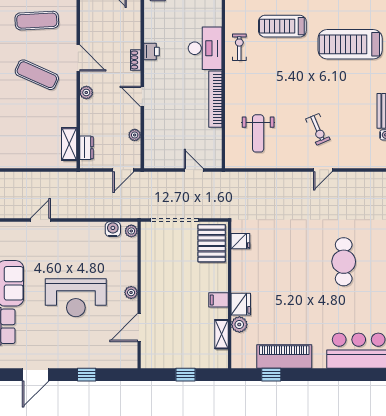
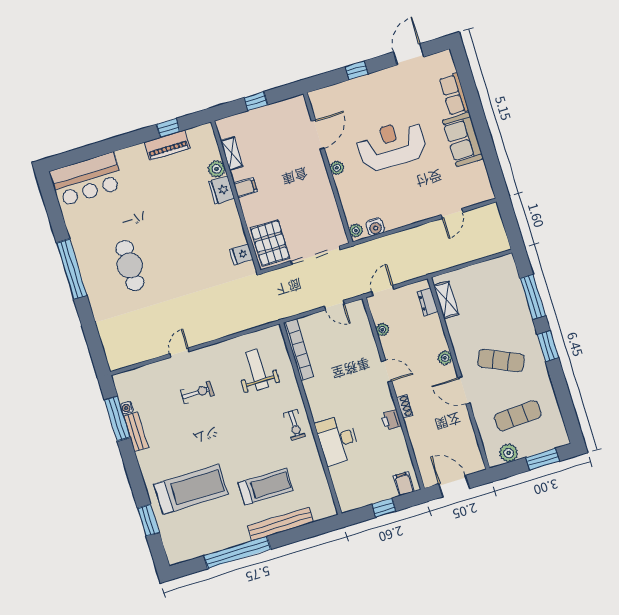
exercise bike: (239, 47) -> (294, 425), moved
bookcase: (215, 99) -> (298, 350), moved
exercise bike: (318, 129) -> (197, 392), turned 113
door: (194, 170) -> (334, 305), moved
piano: (284, 356) -> (167, 145), width x0.73, depth x0.75

